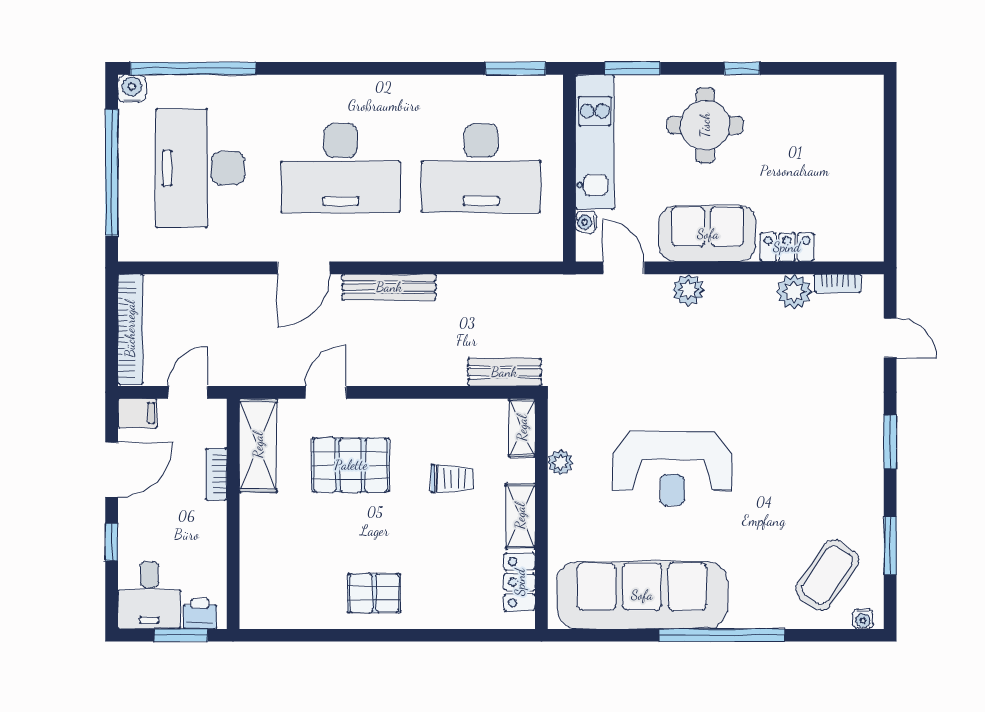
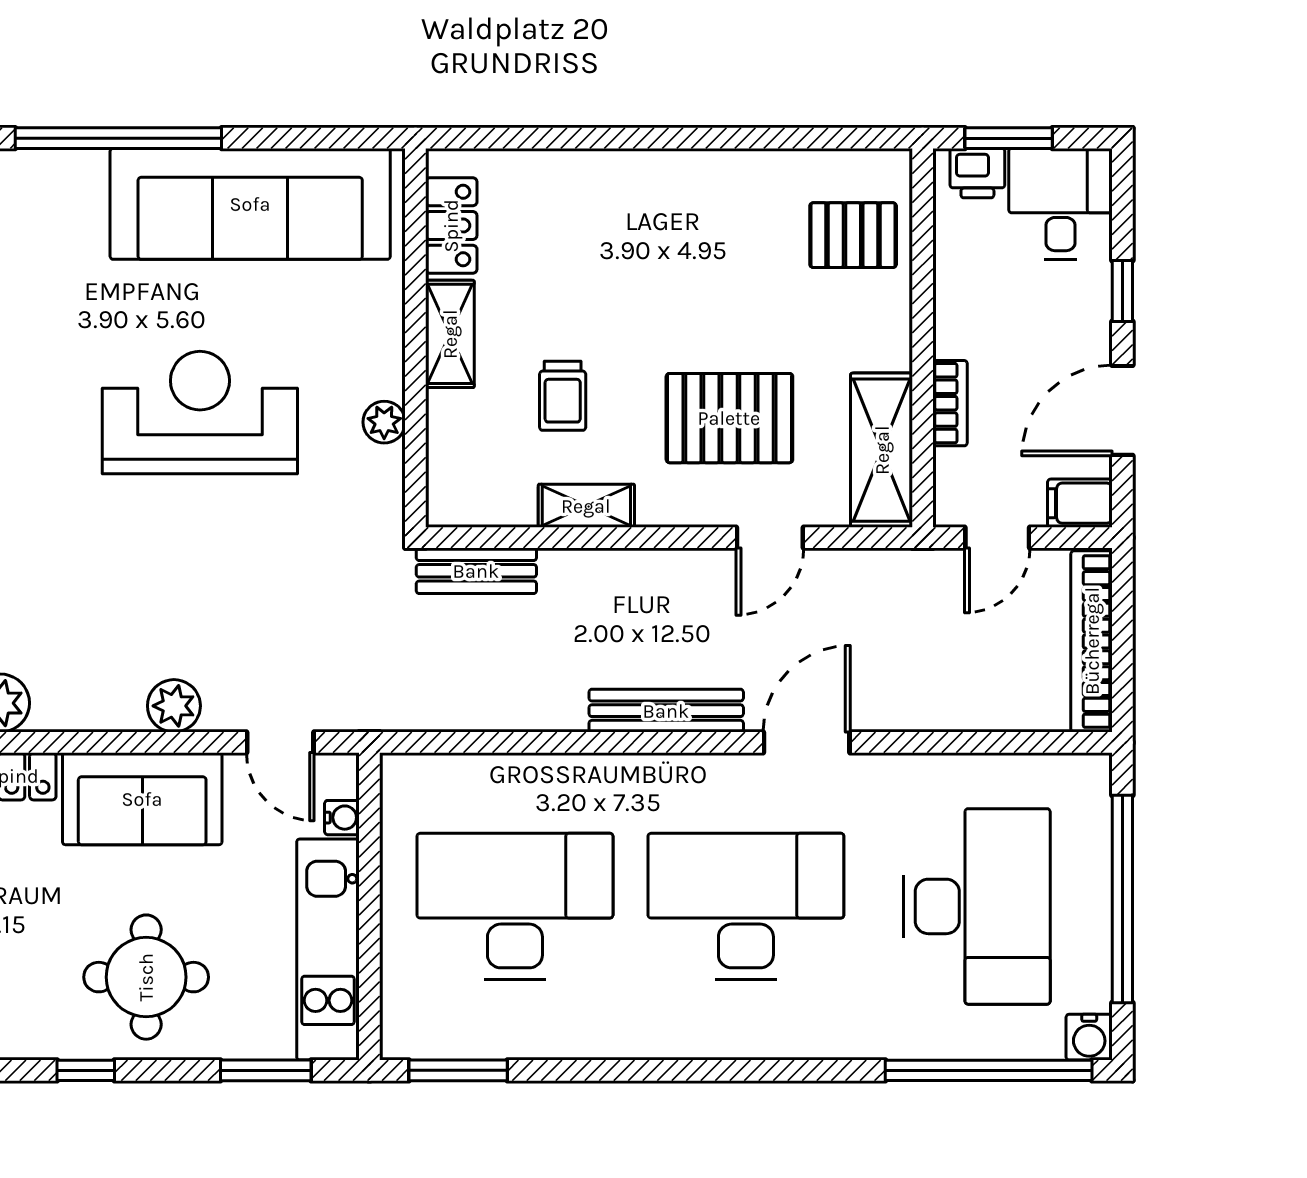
shelving: (522, 428) -> (586, 506), moved, turned 90
trolley: (452, 479) -> (563, 396), turned -90
pallet: (374, 593) -> (853, 235), moved

